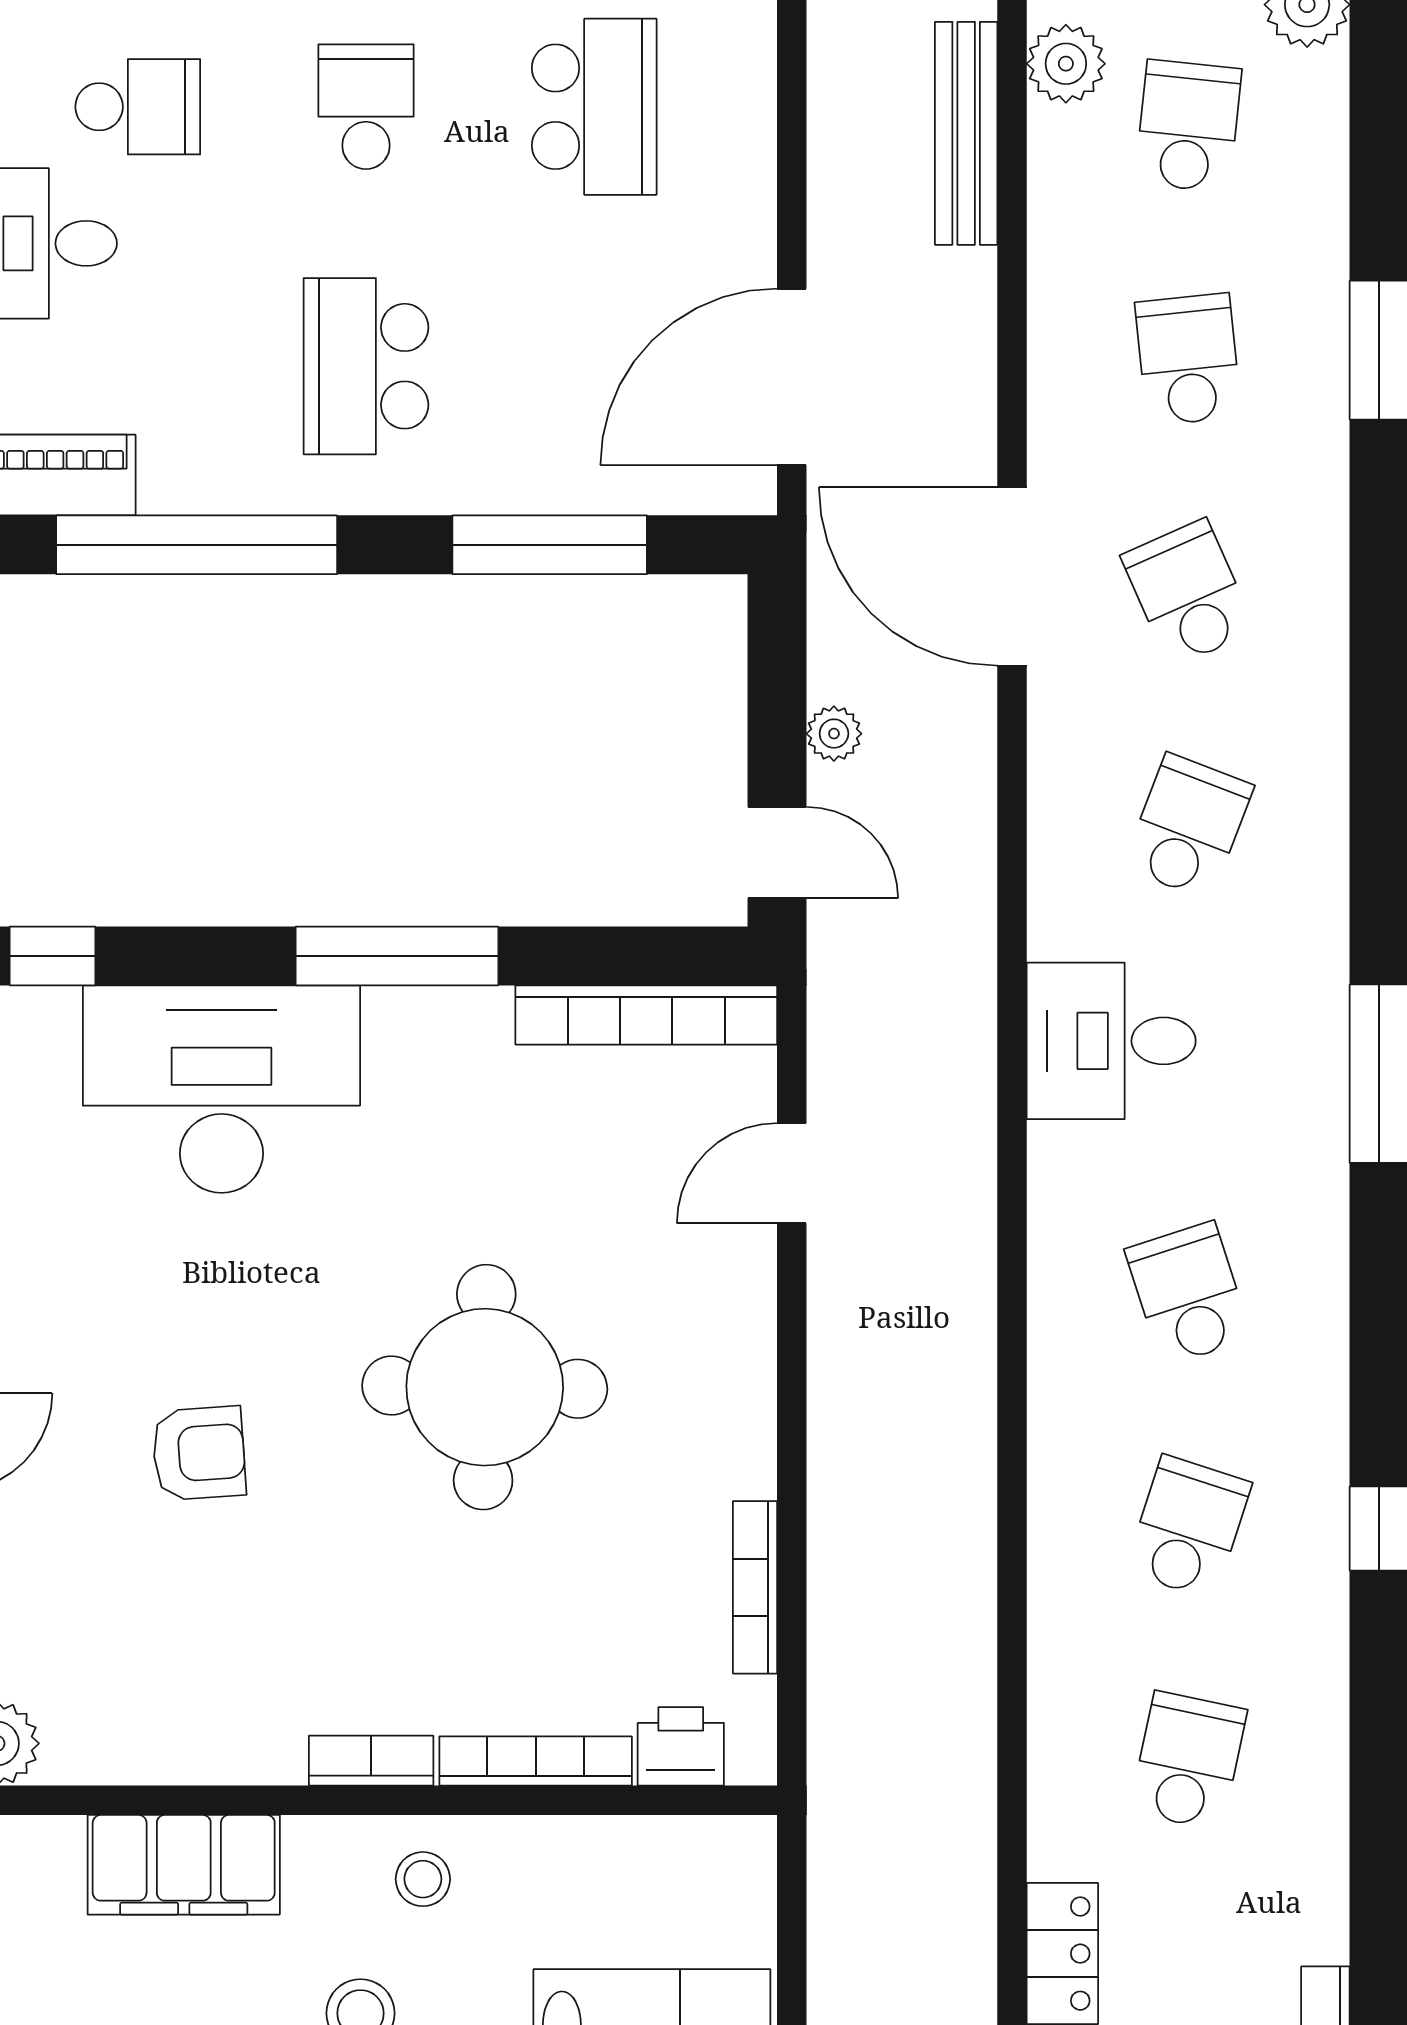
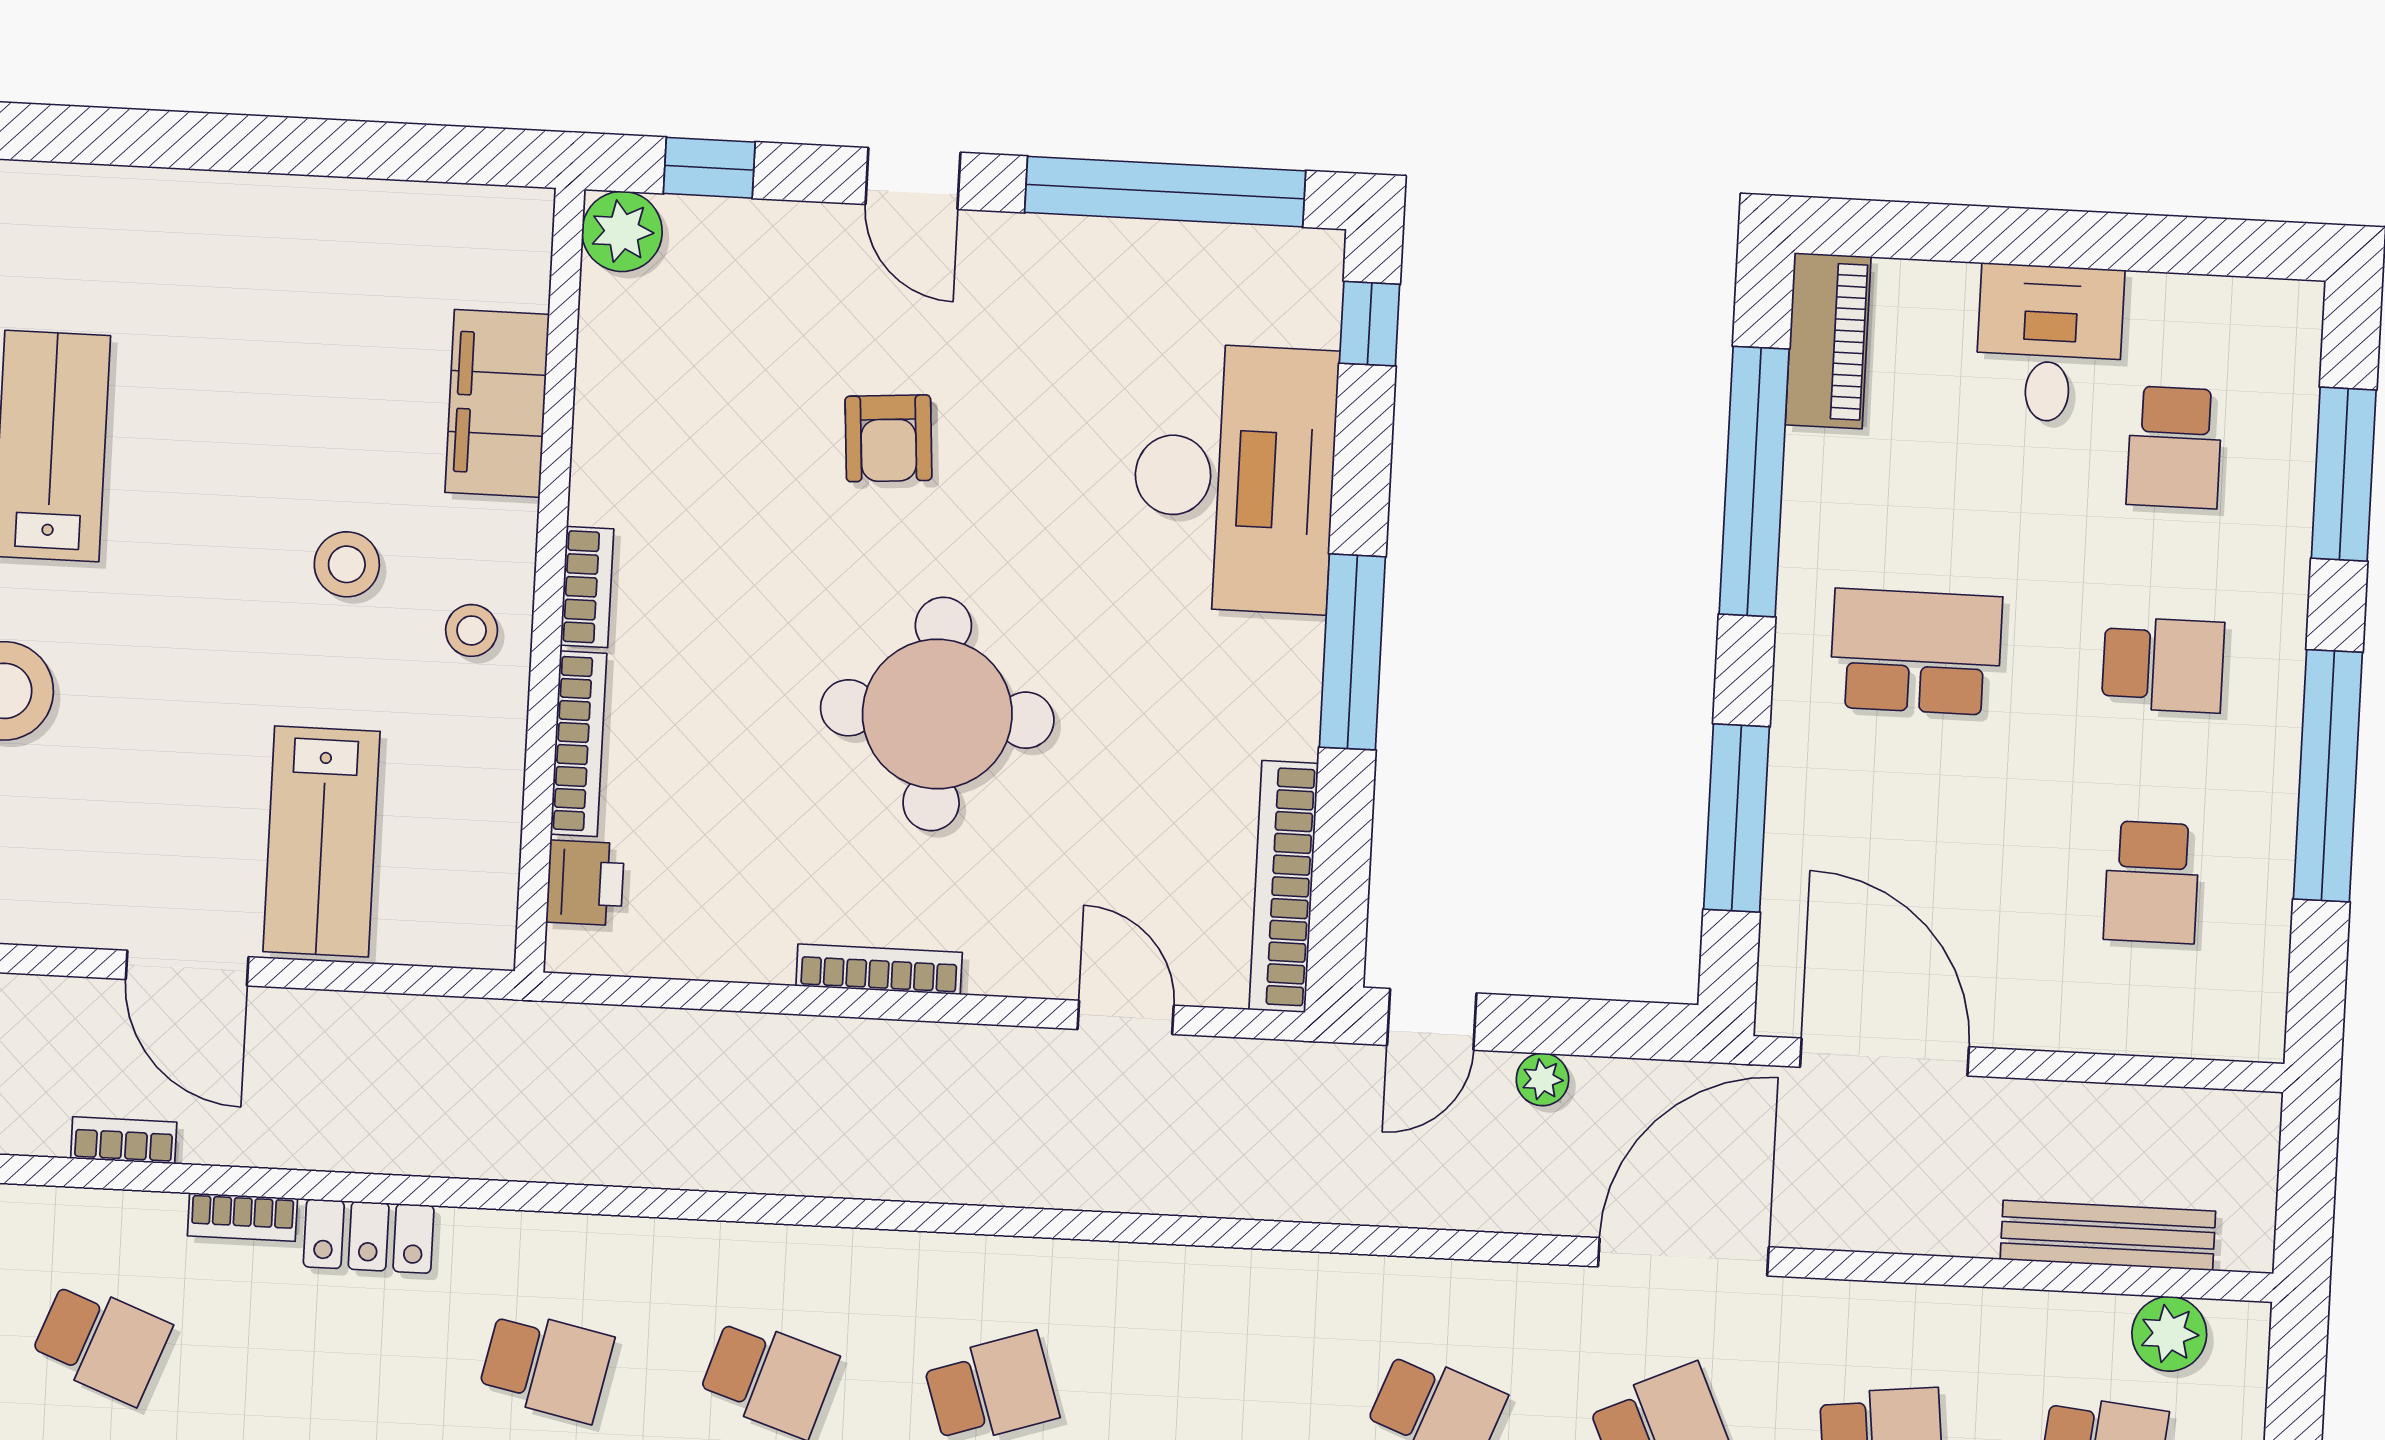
school desk: (594, 107) -> (2152, 882), width x0.54
desk: (1111, 1041) -> (1236, 1328), removed
bookcase: (755, 1587) -> (879, 969), moved

